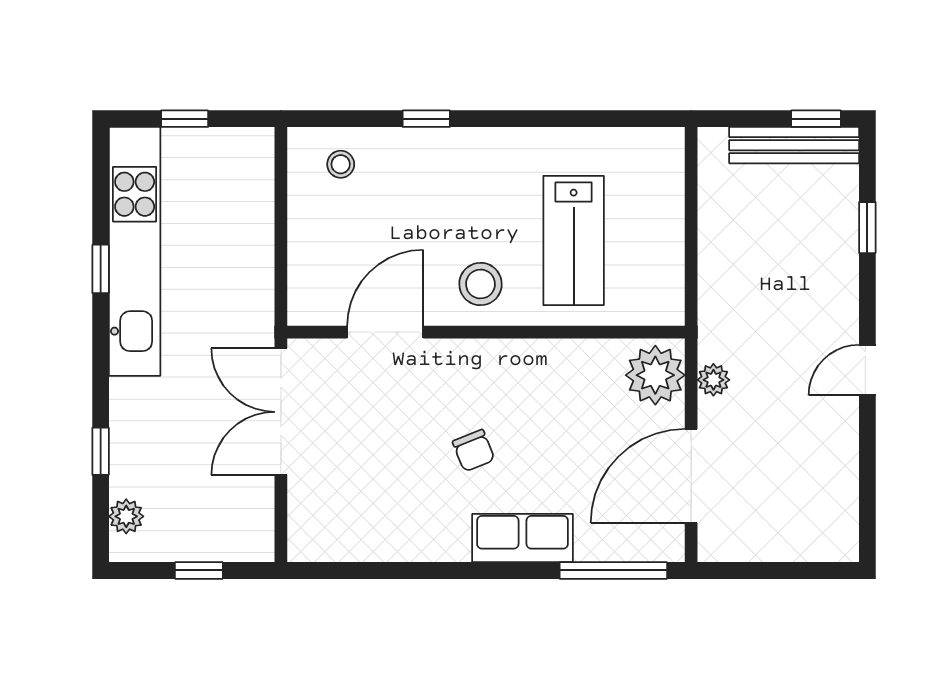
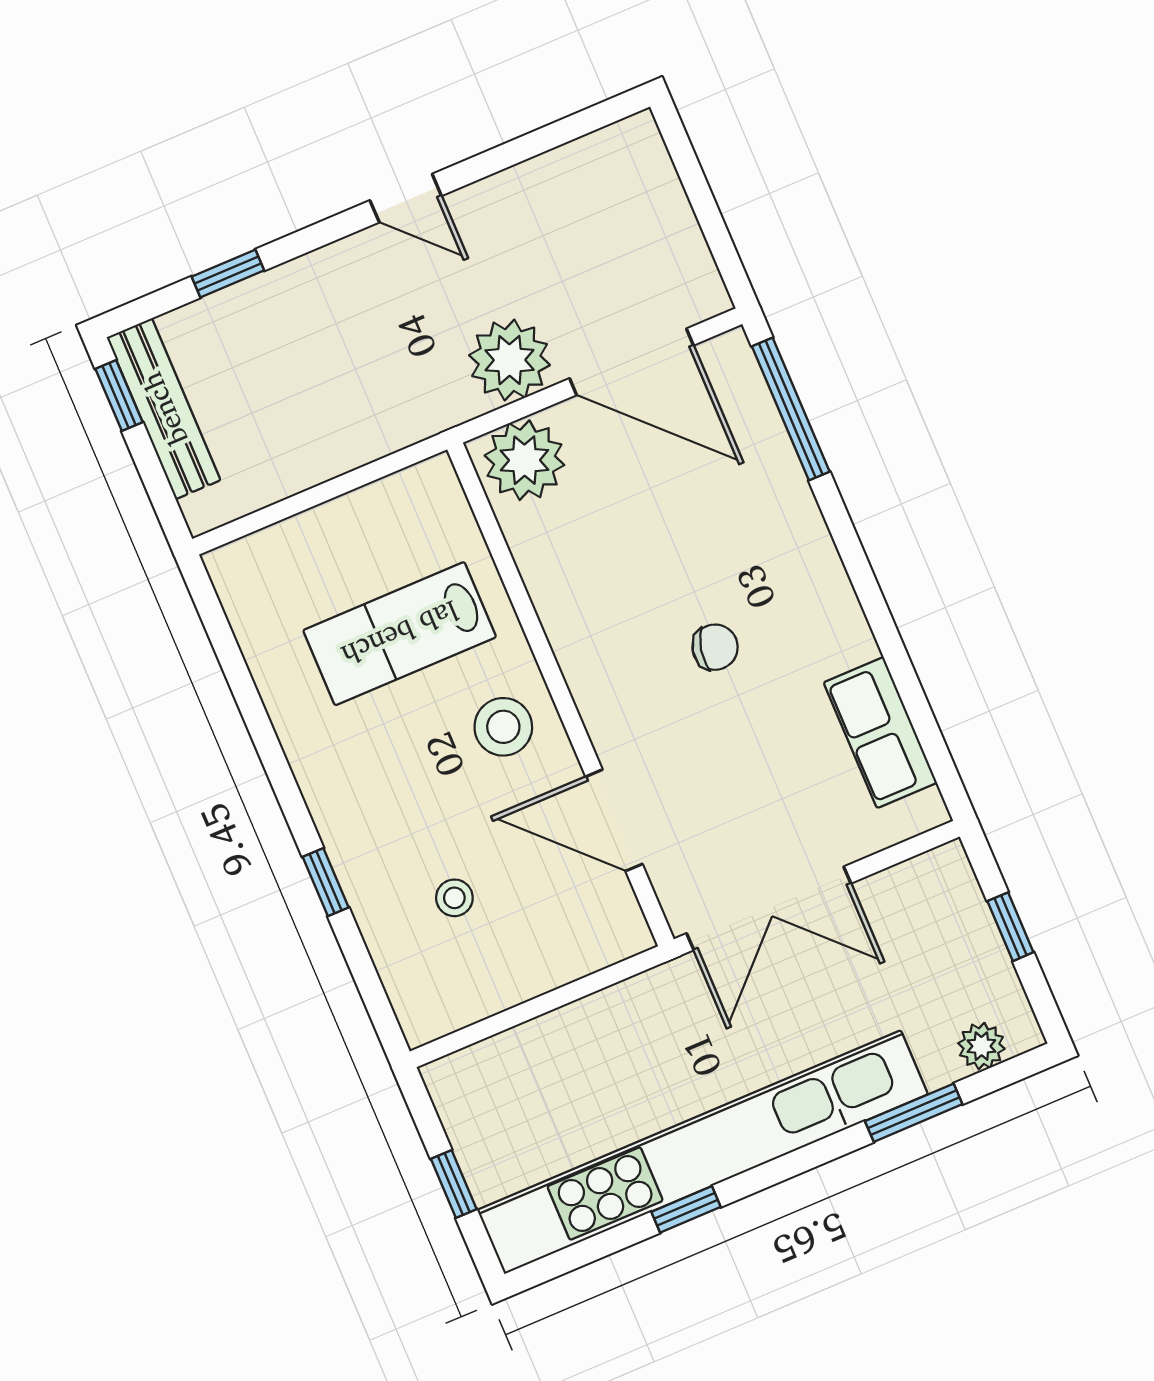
stool: (341, 164) -> (454, 898), moved
lab bench: (574, 240) -> (400, 634), turned 180
kitchen unit: (135, 251) -> (703, 1152), width x1.36
plant: (713, 380) -> (510, 360), width x1.88, depth x1.88
window: (101, 451) -> (914, 1113), width x1.50
chair: (474, 451) -> (715, 647), turned 34
row of seats: (522, 538) -> (880, 733), moved

